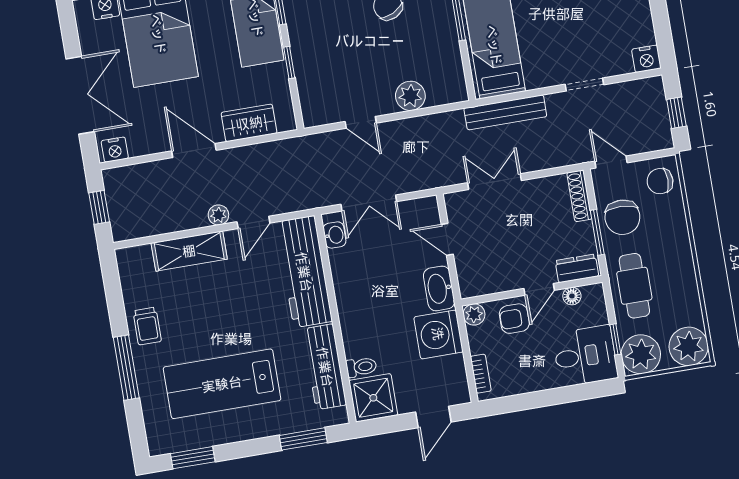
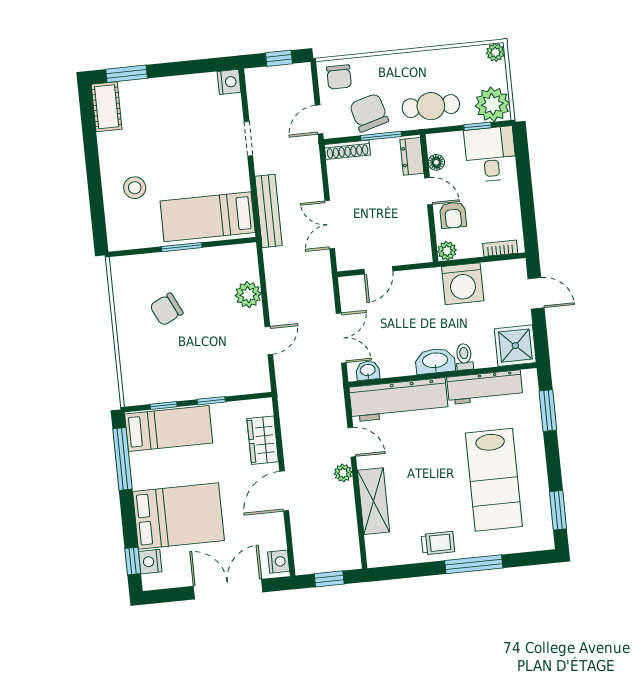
chair: (622, 217) -> (369, 113), turned -108
washbasin: (439, 288) -> (435, 361), moved, turned 180
plant: (689, 346) -> (495, 52), width x0.53, depth x0.53
toilet: (361, 367) -> (464, 357), moved

